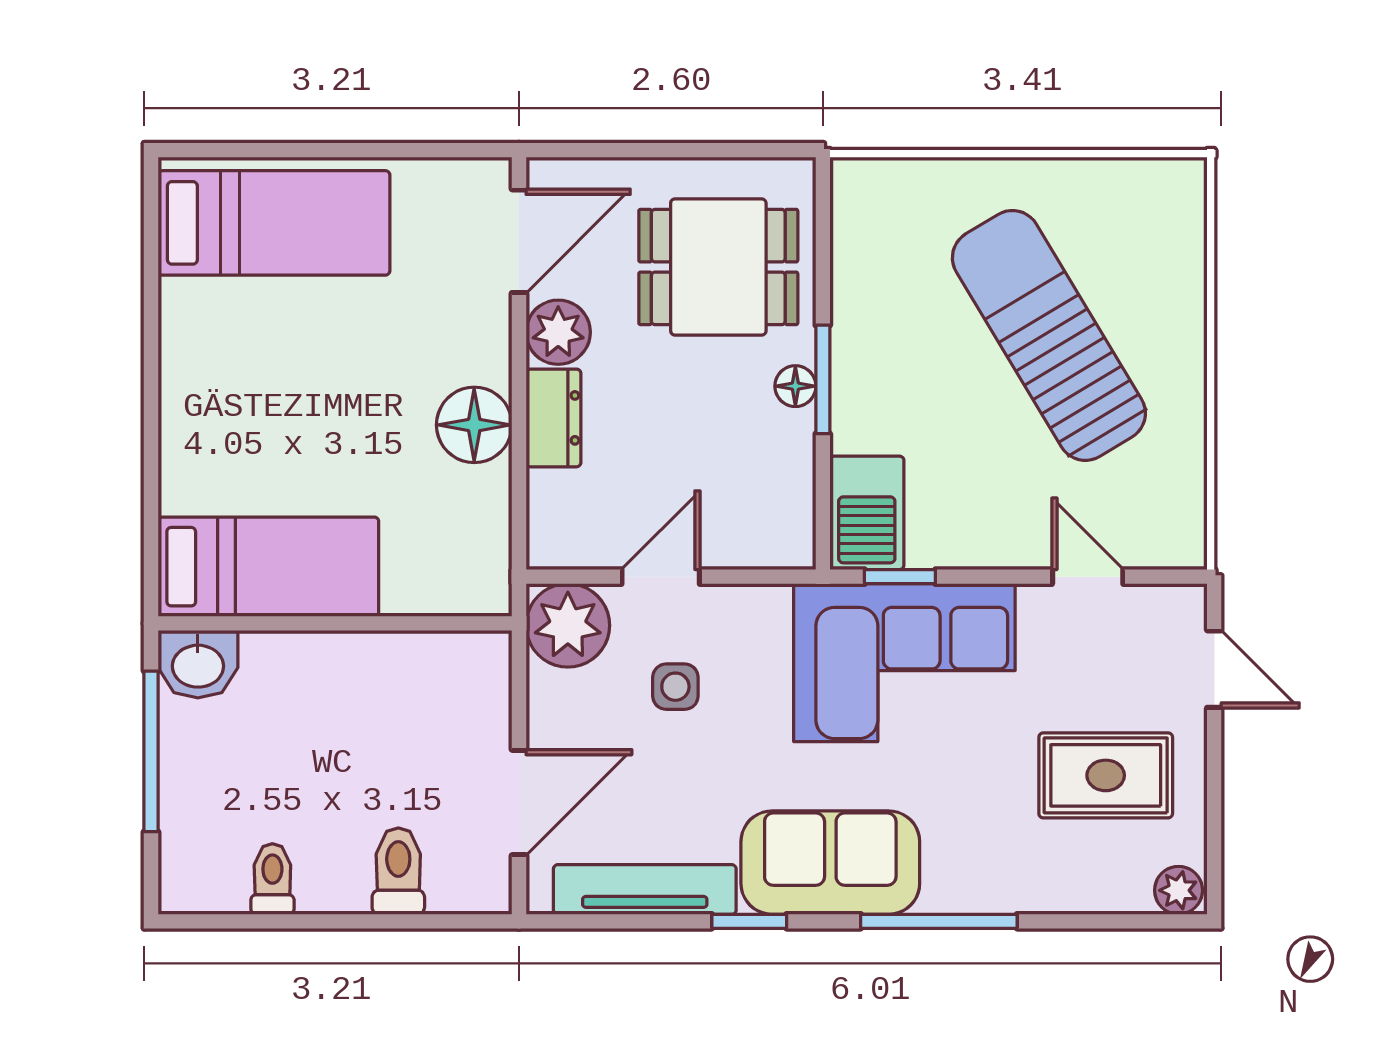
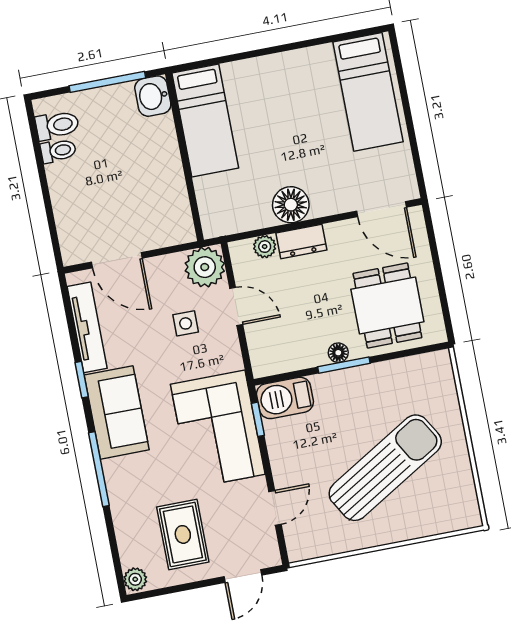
plant: (558, 332) -> (265, 247), moved, width x0.73, depth x0.73
toilet: (398, 871) -> (57, 125), moved

